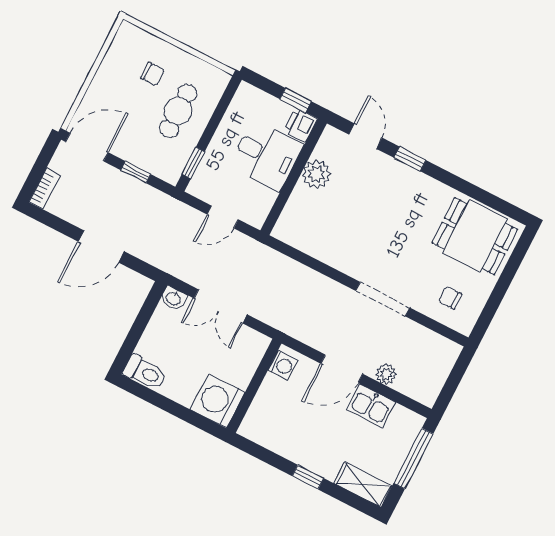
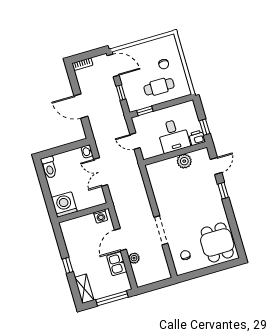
door: (342, 369) -> (120, 240), hinge flipped

